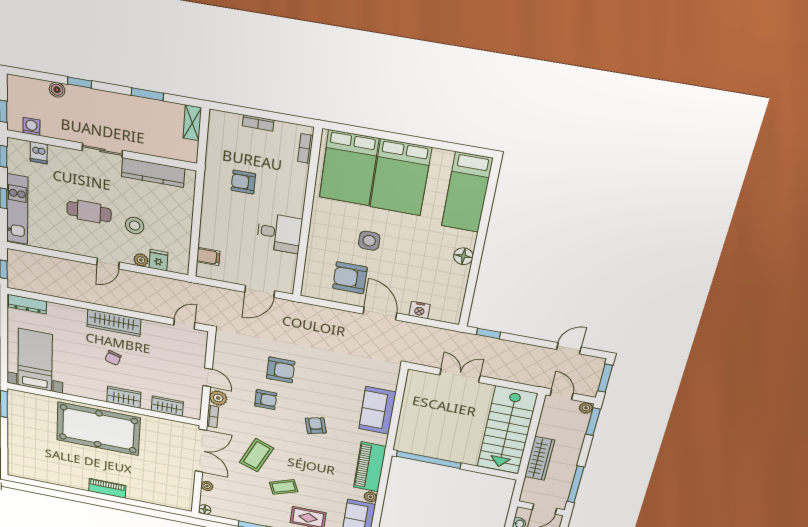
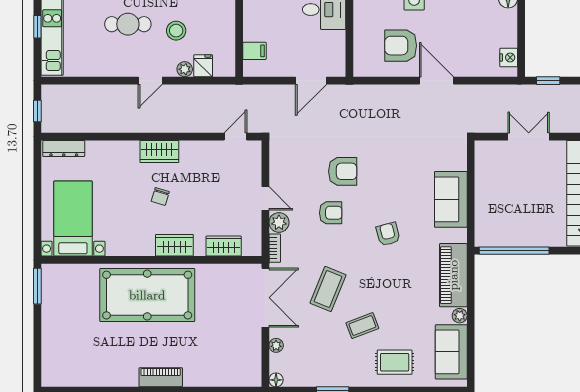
nightstand: (420, 310) -> (509, 58), moved, turned -90
wardrobe: (114, 323) -> (159, 152), width x0.67

